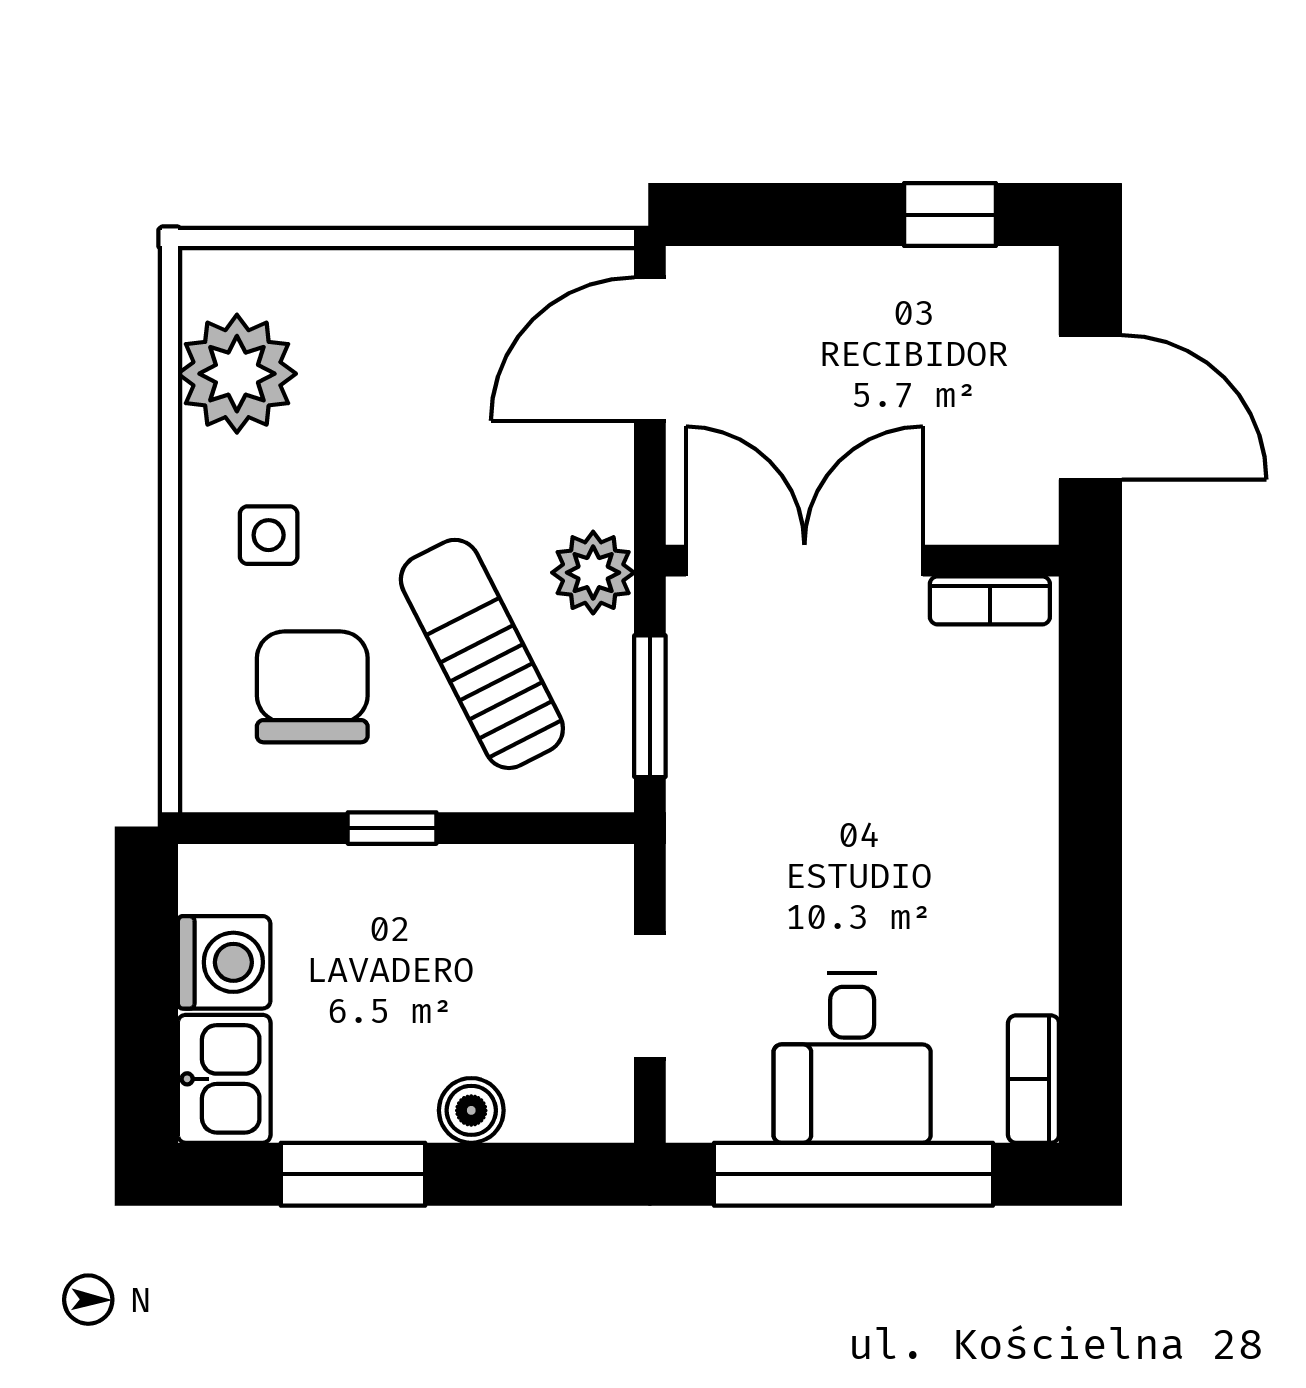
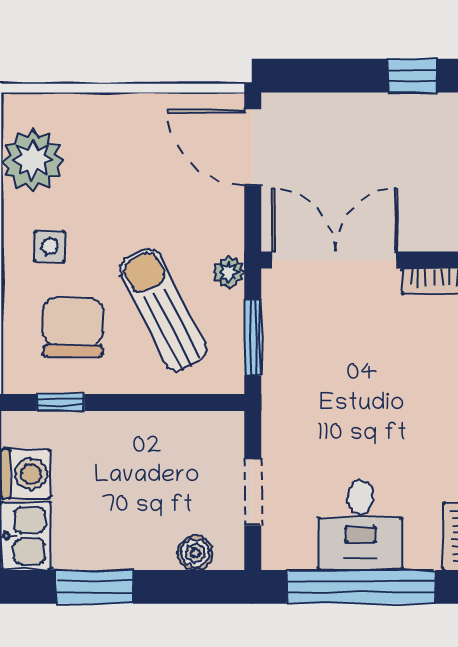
door: (650, 349) -> (253, 147), hinge flipped
plant: (593, 573) -> (228, 272), width x0.73, depth x0.73
window: (392, 828) -> (60, 402), moved
boiler: (471, 1110) -> (195, 553), moved

